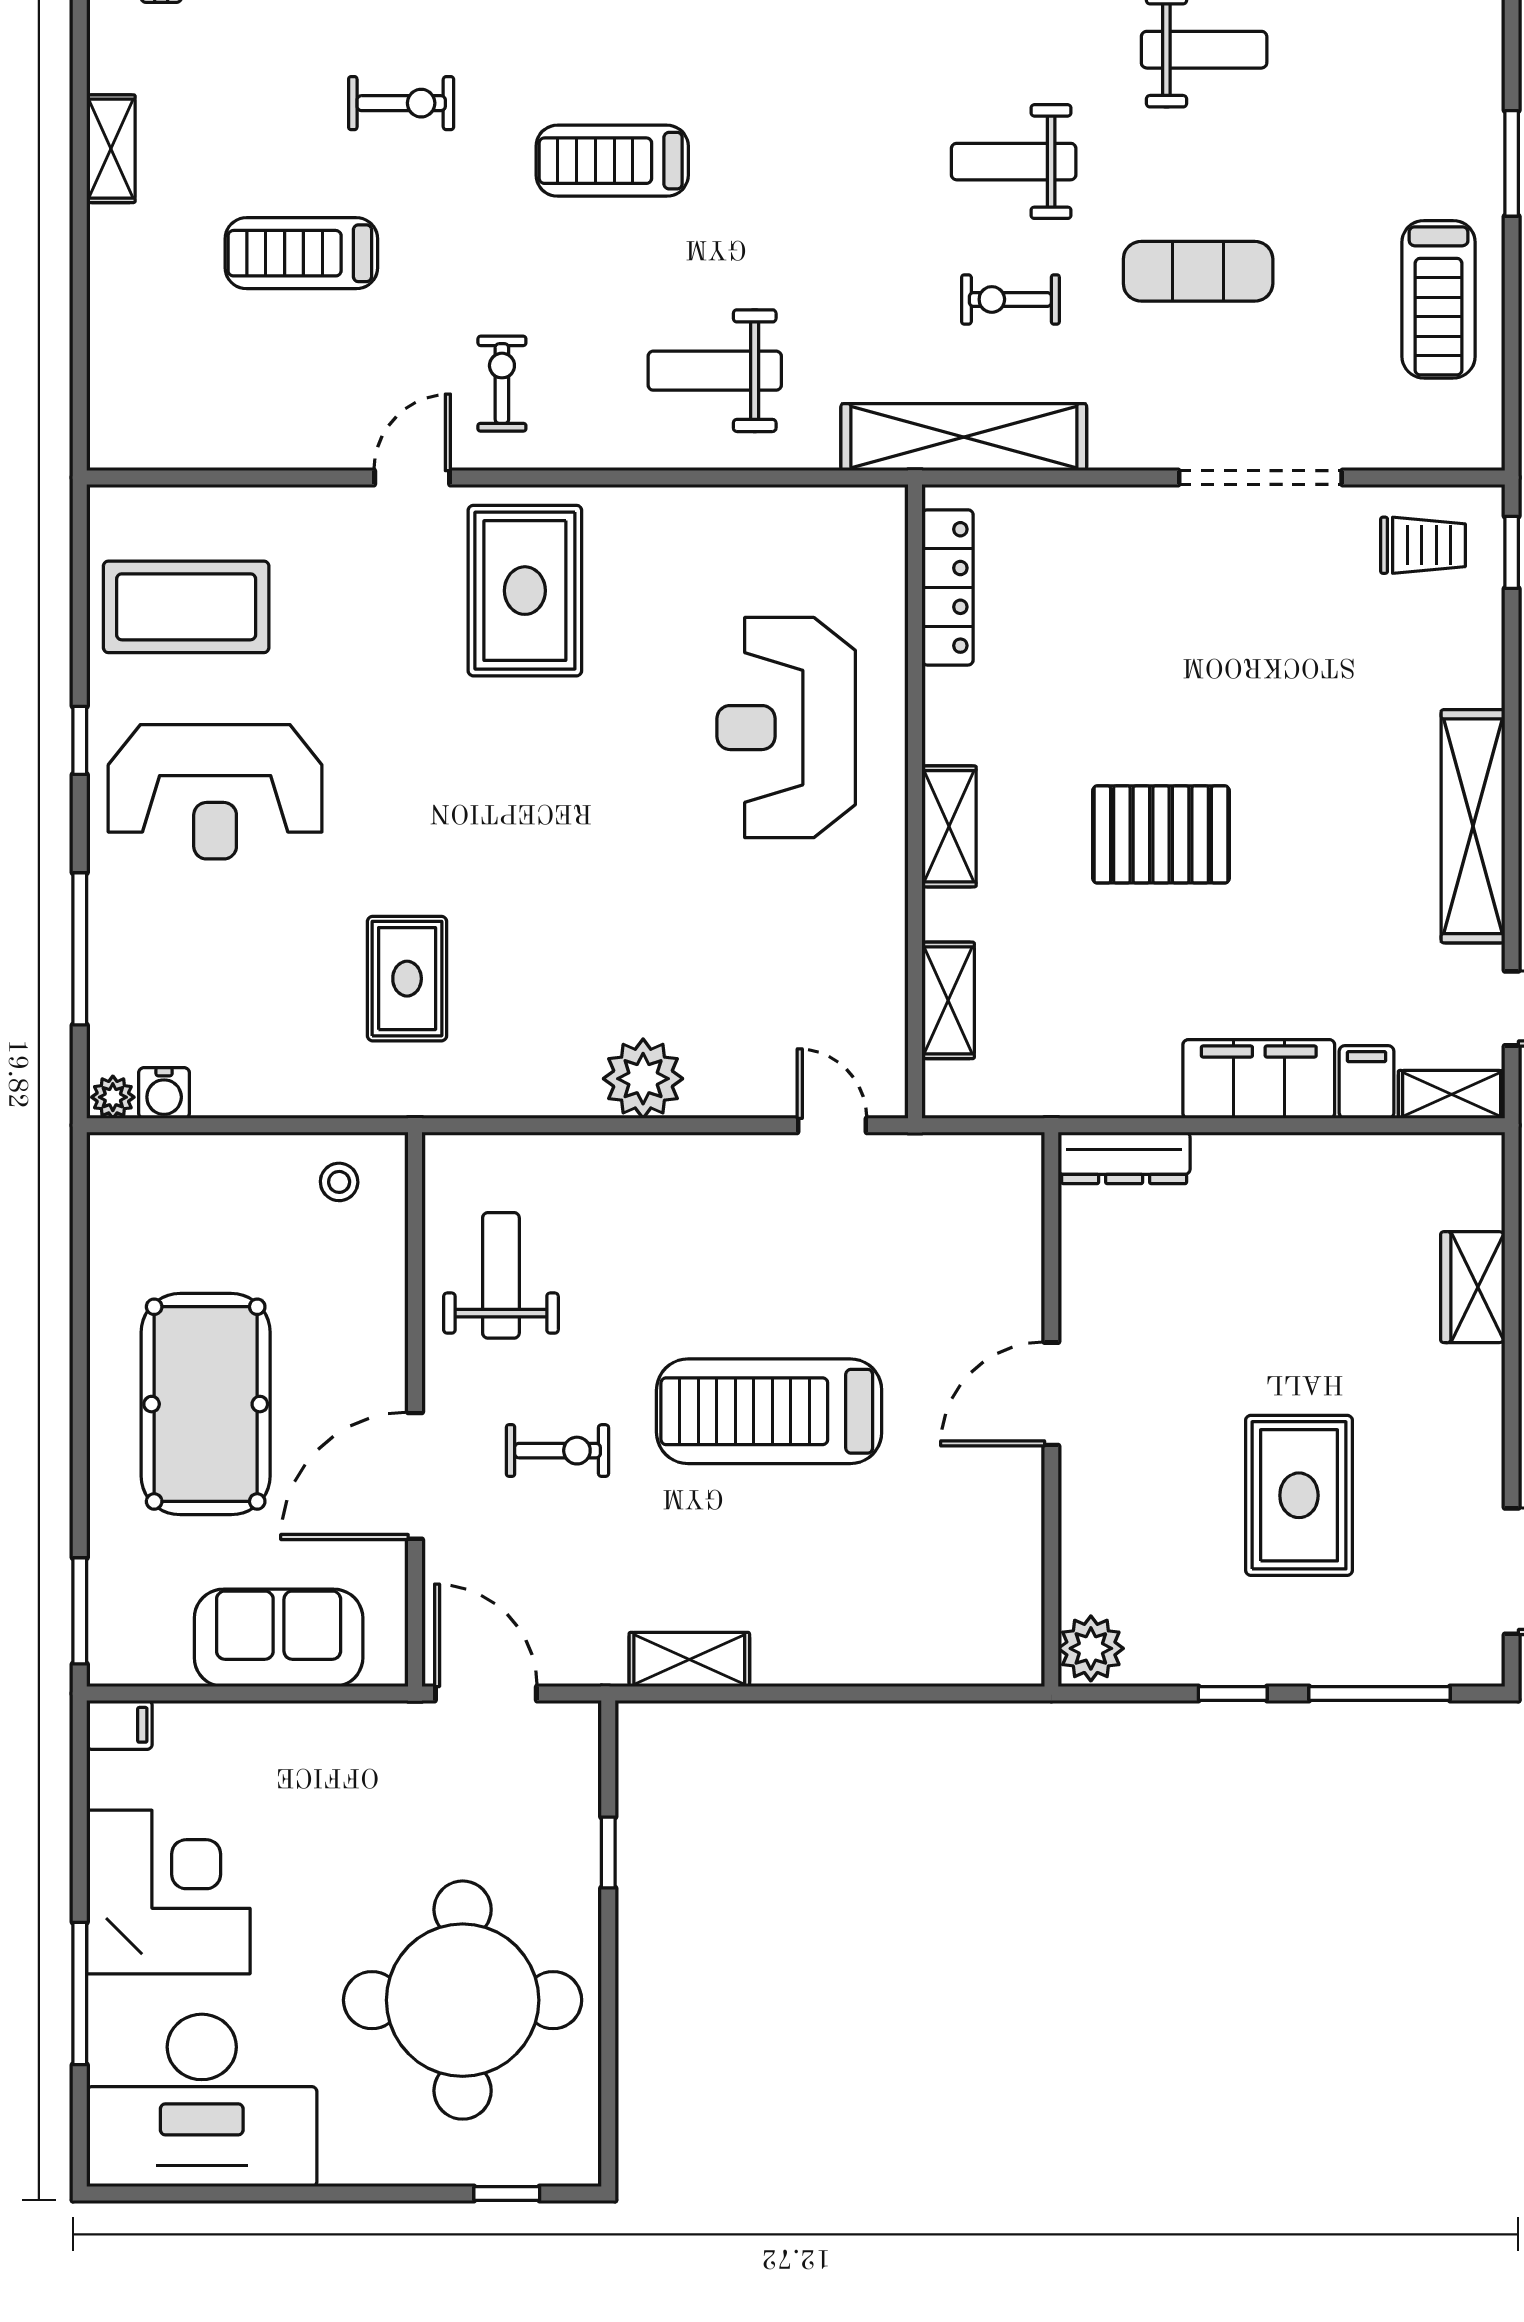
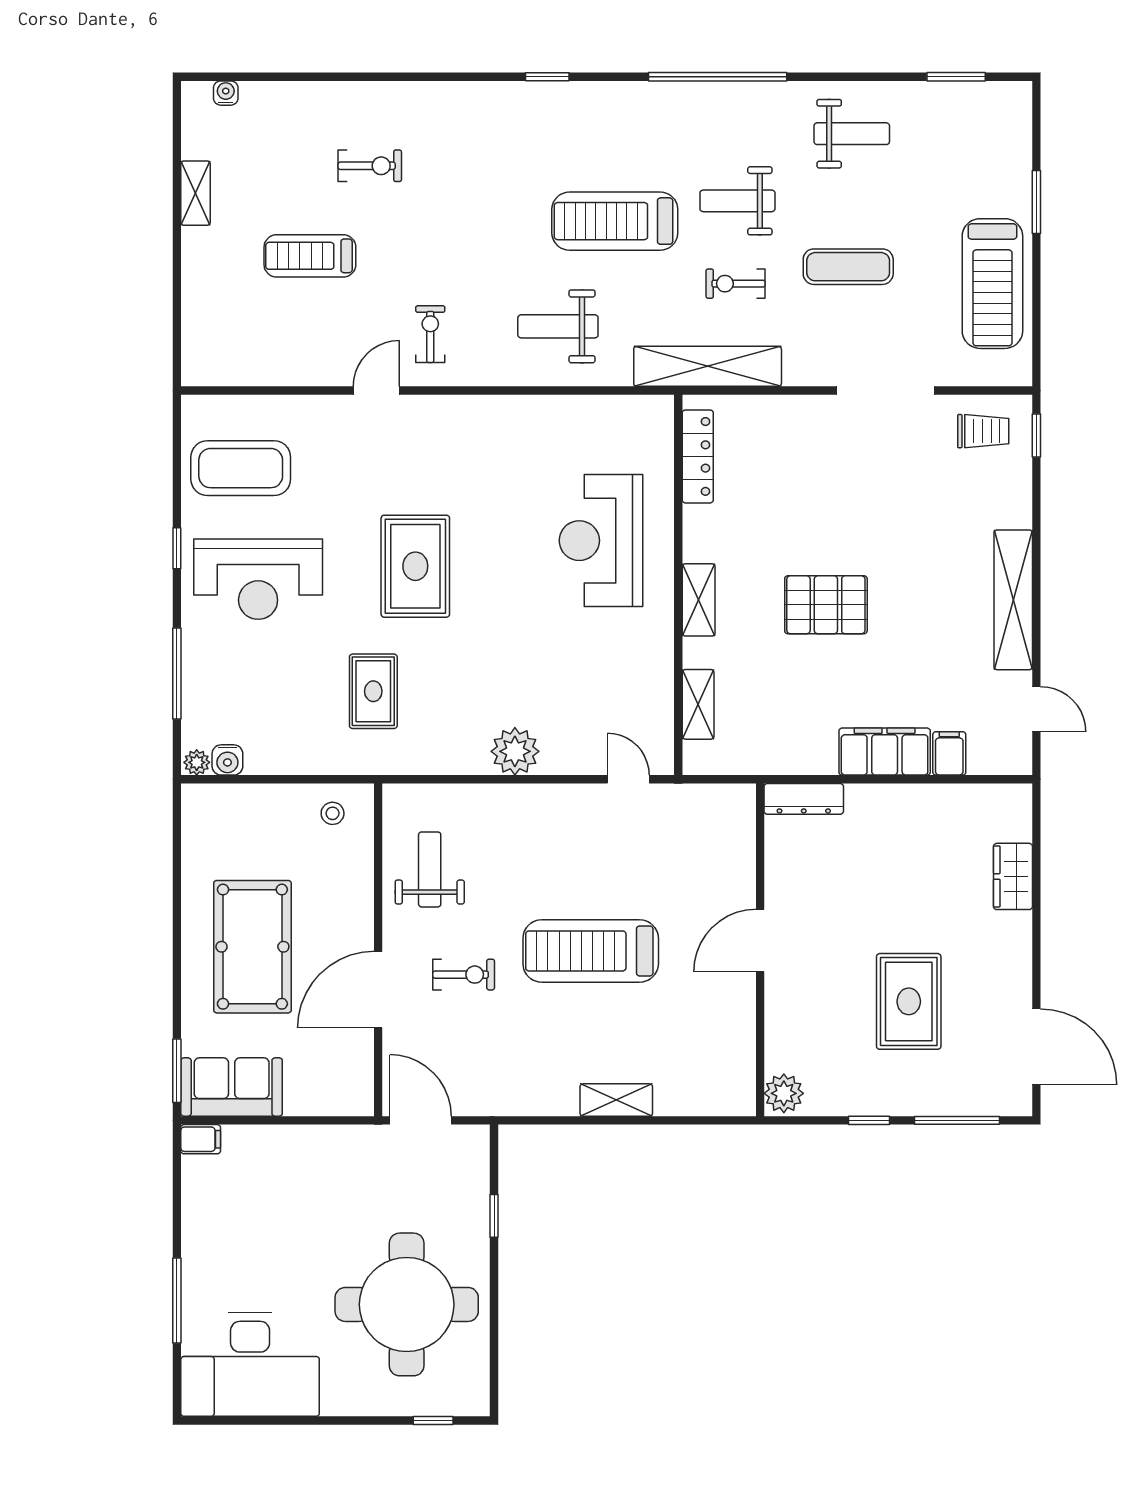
treadmill: (612, 161) -> (615, 221), moved, width x1.37, depth x1.38
treadmill: (1439, 299) -> (992, 284), width x1.37, depth x1.38
rug: (525, 591) -> (415, 566), moved
shelving: (1452, 1094) -> (1000, 761), removed
sofa: (279, 1638) -> (232, 1087), moved
shelving: (689, 1660) -> (616, 1100), moved
corner desk: (168, 1892) -> (230, 1240), removed

